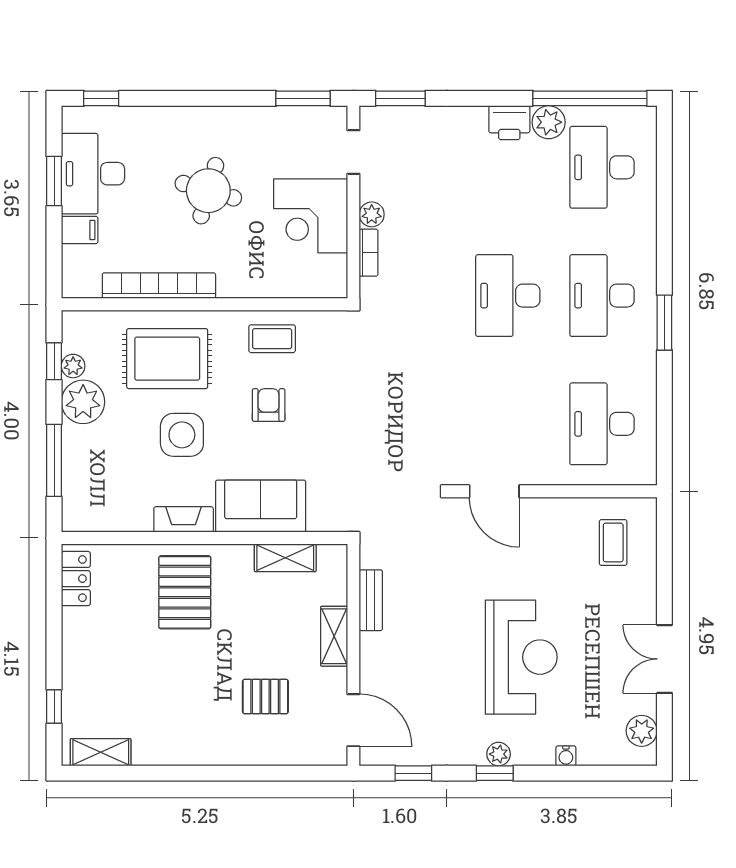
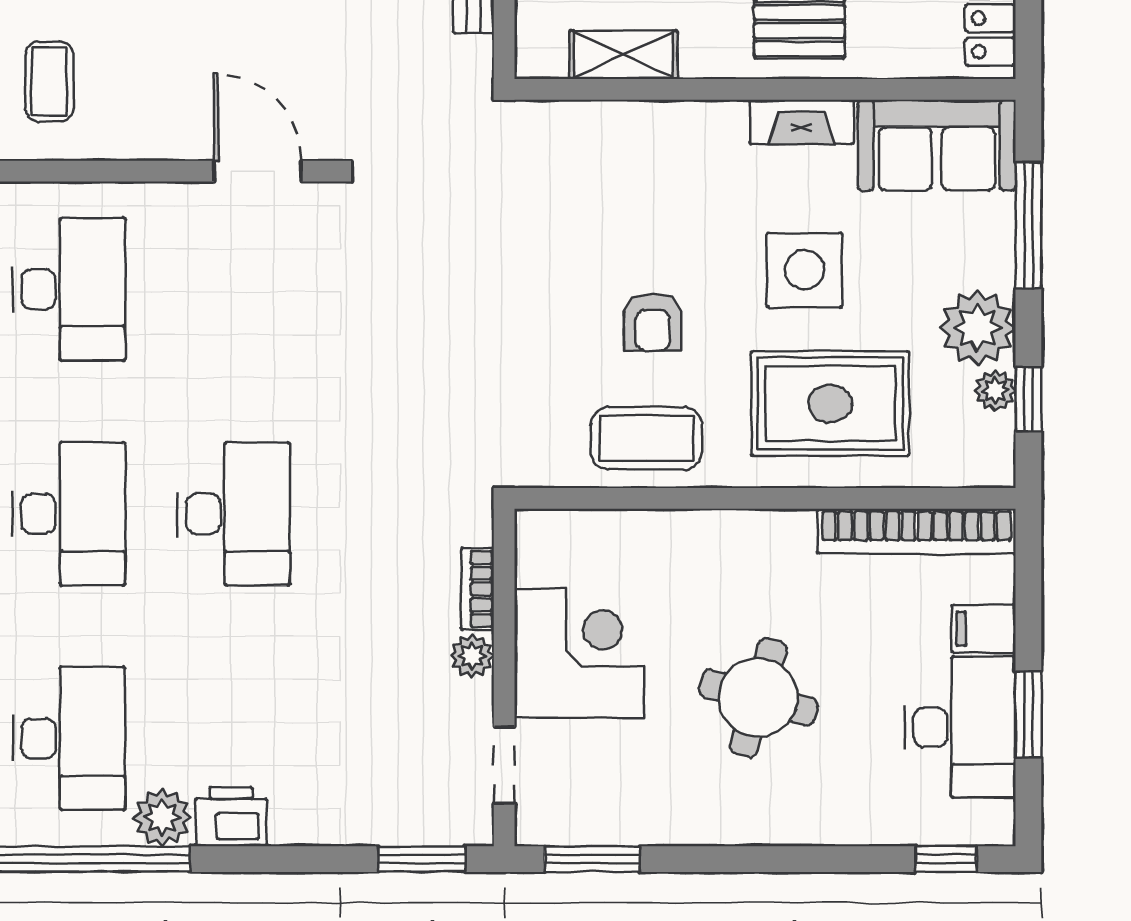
bookcase: (159, 286) -> (917, 531), moved
coffee table: (272, 339) -> (647, 438), width x1.36, depth x1.30
sofa: (261, 506) -> (937, 145), moved

